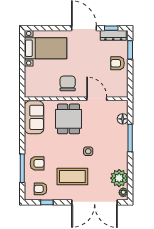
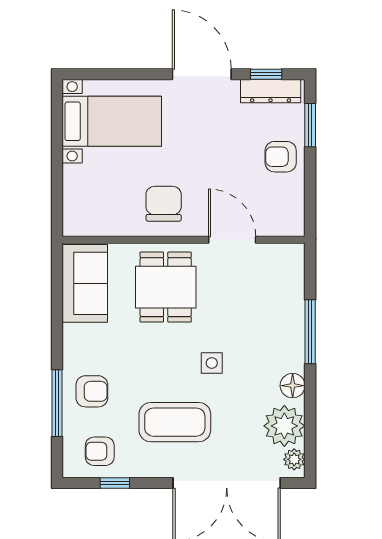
floor lamp: (123, 119) -> (293, 386), moved

